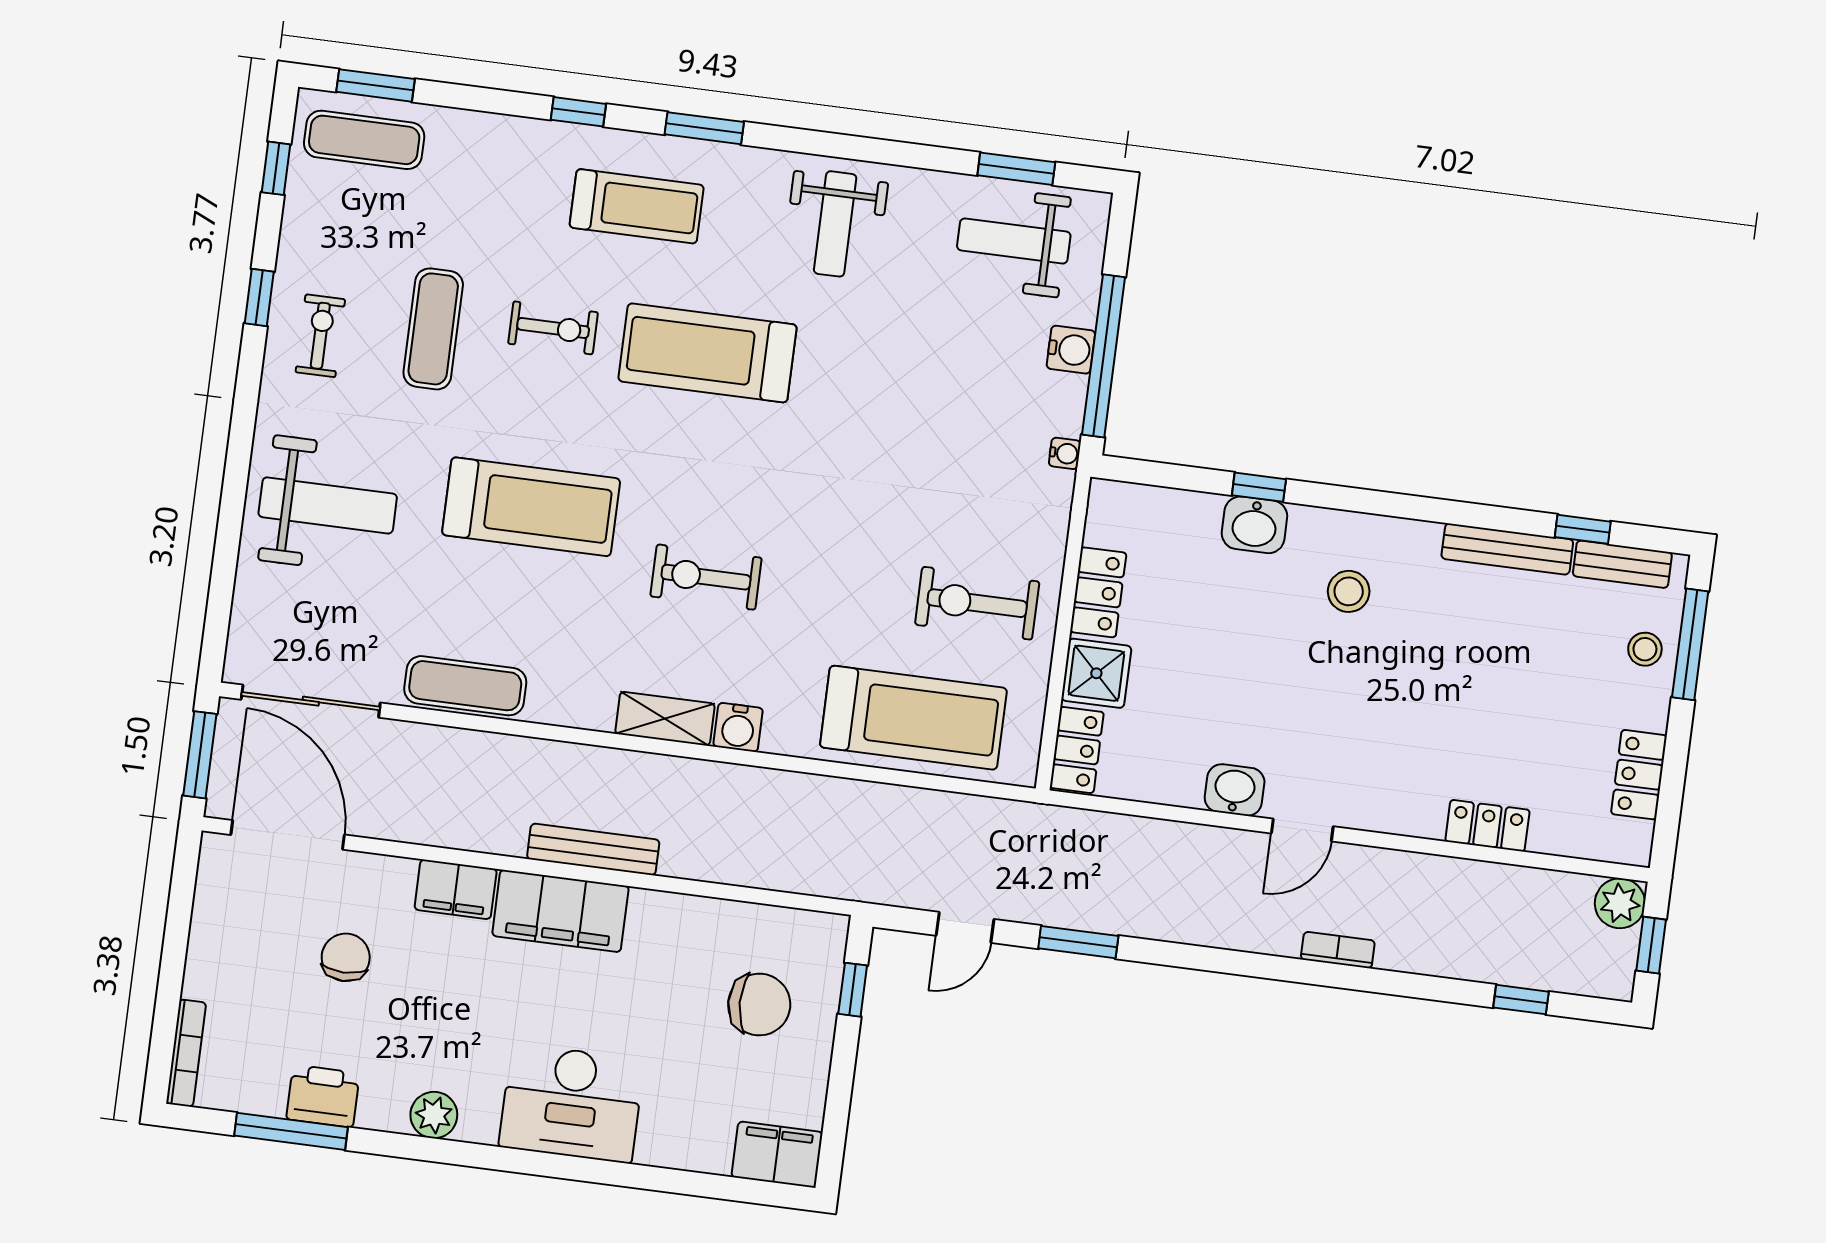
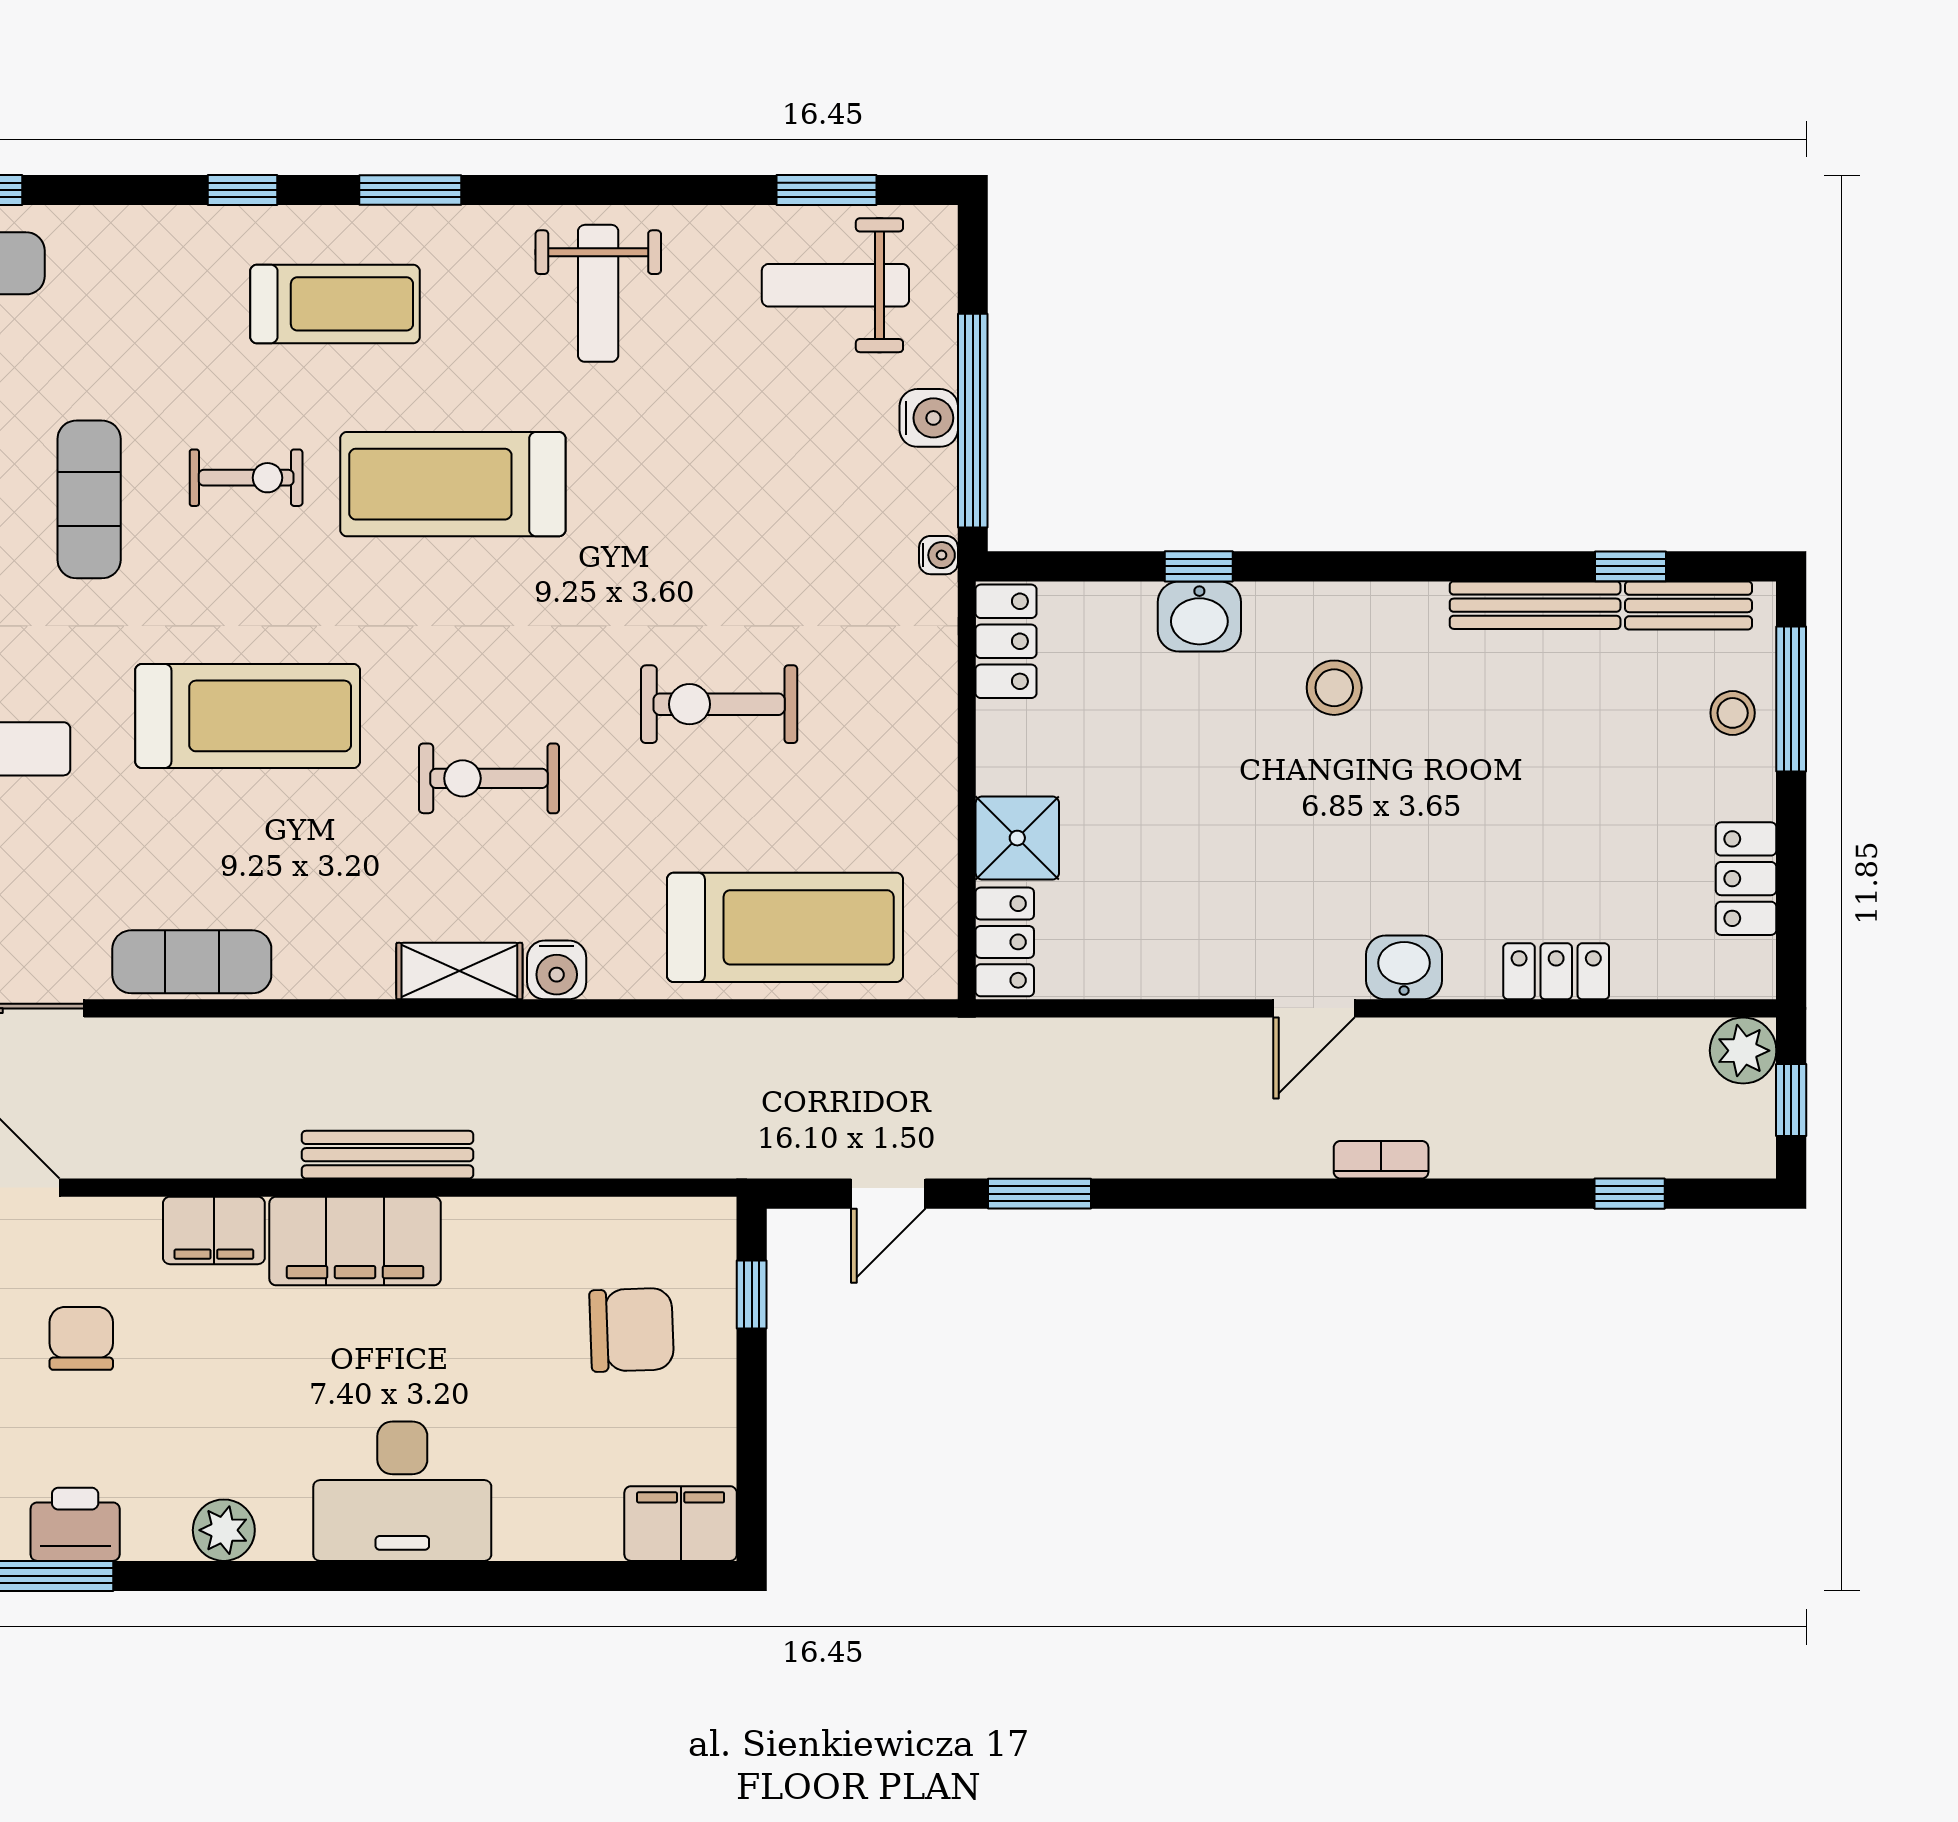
locker: (1098, 592) -> (1006, 641), moved
exercise bike: (977, 603) -> (719, 704), moved
washbasin: (1235, 790) -> (1404, 967), moved

